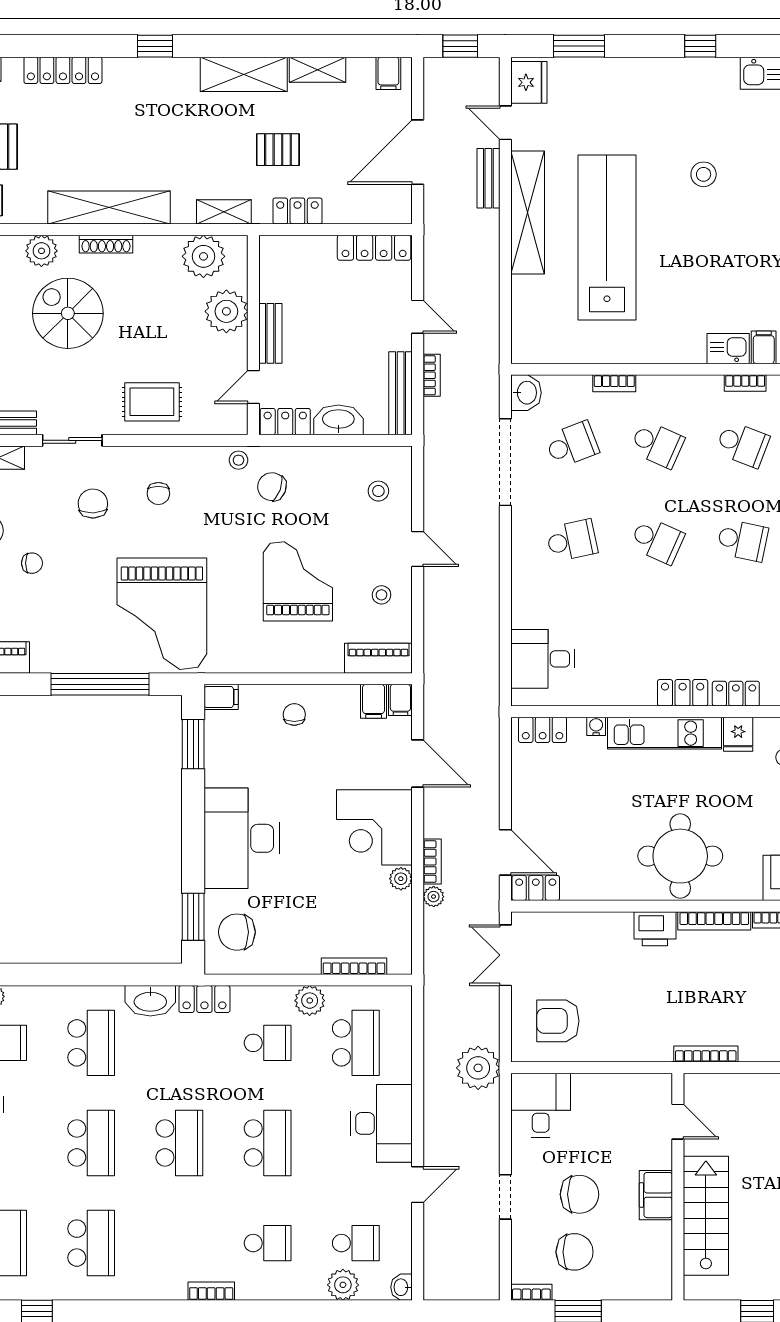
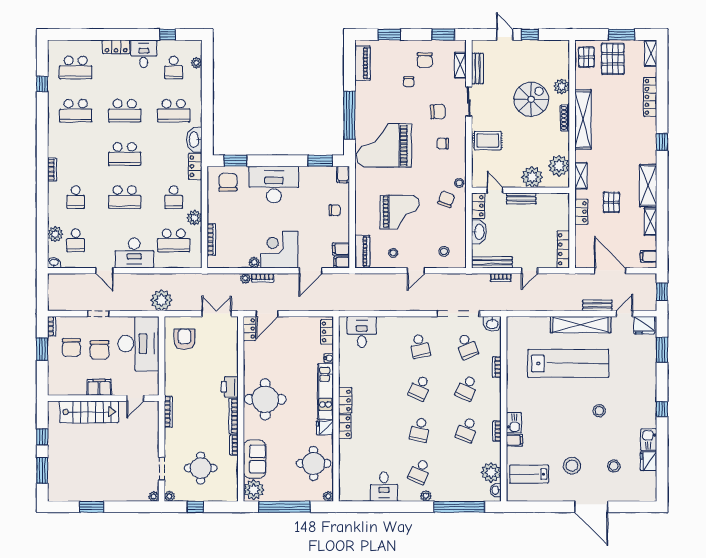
rug: (152, 402) -> (488, 141), turned 90
desk: (541, 1105) -> (138, 344), width x1.87, depth x1.30

